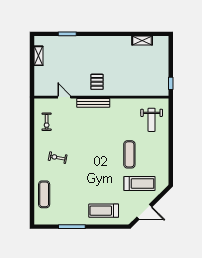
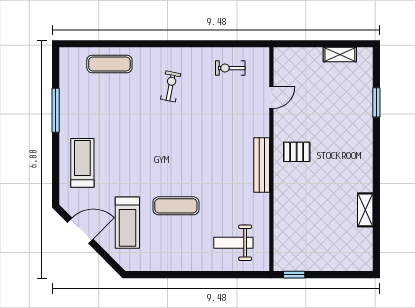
shelving: (142, 41) -> (365, 210), moved
bench: (93, 103) -> (262, 165), moved
door: (144, 212) -> (80, 231), swing flipped

